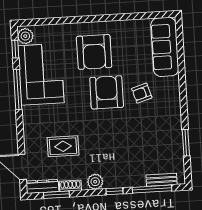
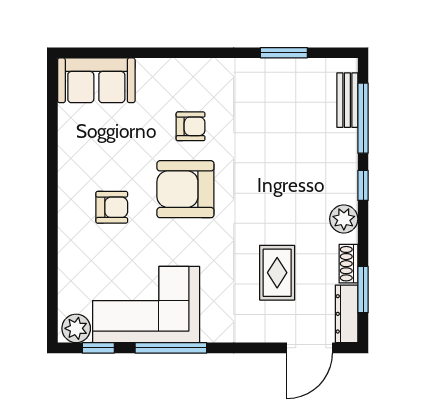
sofa: (165, 47) -> (96, 80), width x0.73
armchair: (94, 52) -> (112, 207), width x0.53, depth x0.53
armchair: (142, 93) -> (191, 126), turned -73

